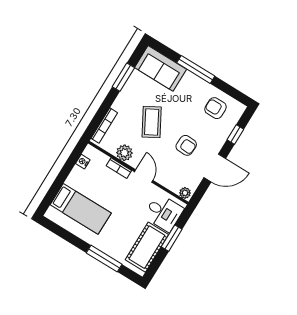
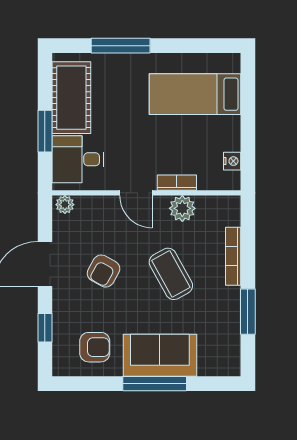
sofa: (161, 68) -> (160, 355), moved
bookcase: (104, 126) -> (233, 256), moved
armchair: (186, 145) -> (104, 271), turned -64

